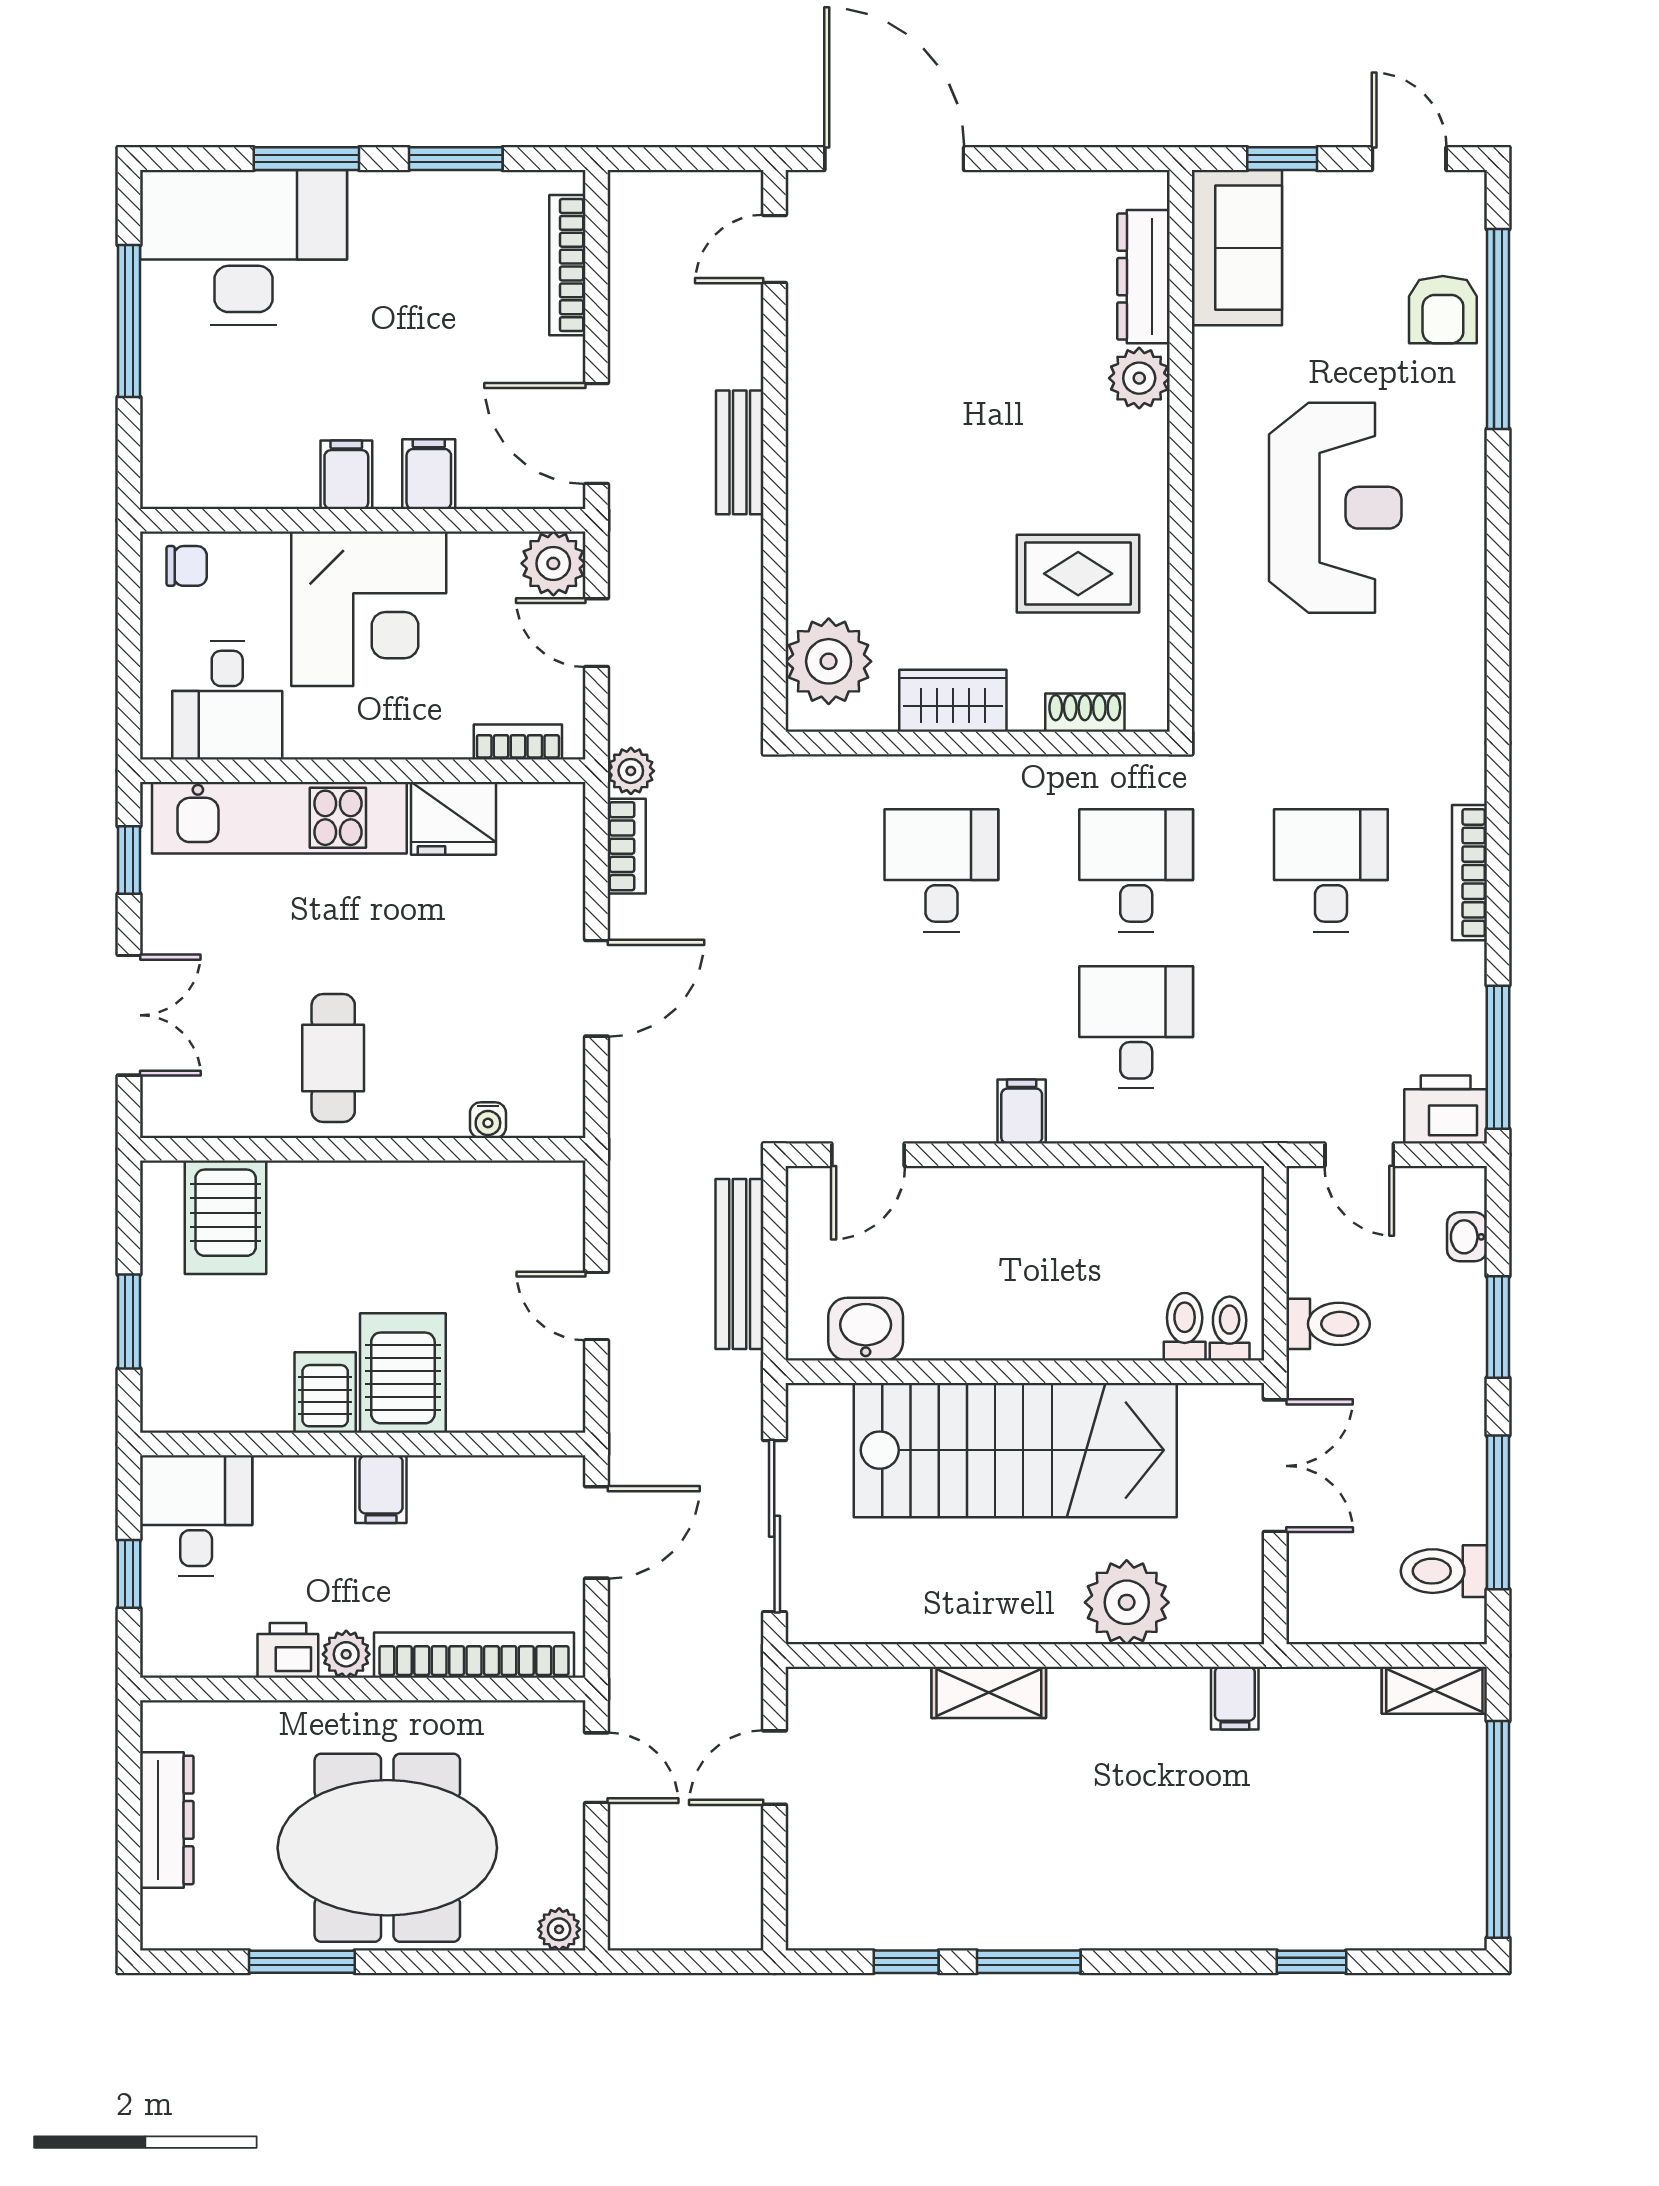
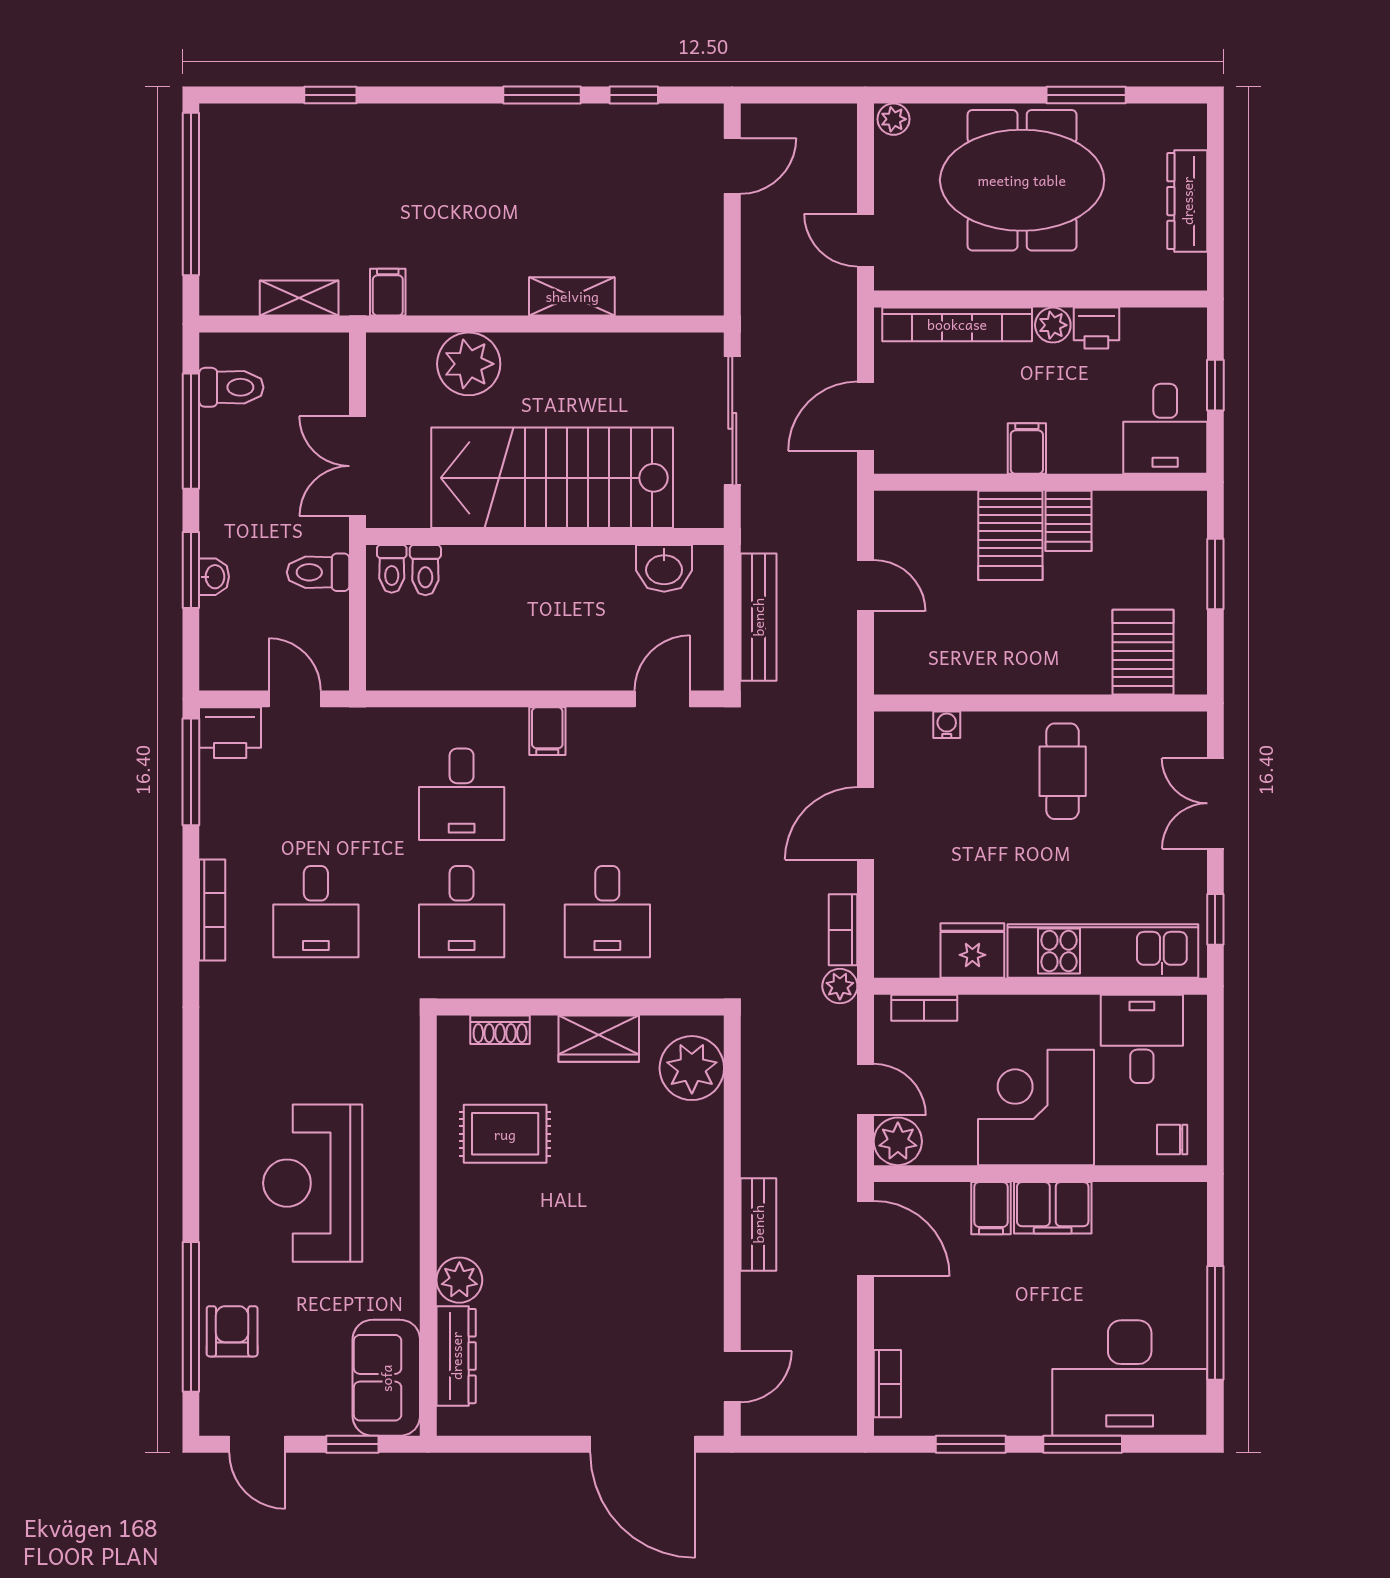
bookcase: (567, 265) -> (887, 1384), width x0.64
filing cabinet: (346, 475) -> (1053, 1208), width x2.00
washbasin: (1467, 1237) -> (214, 577), moved
shelving: (1434, 1690) -> (299, 298), moved
door: (774, 1768) -> (732, 166), moved

